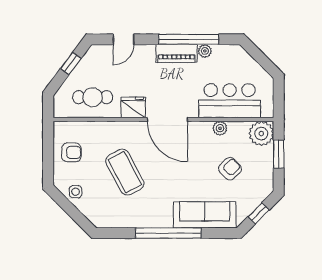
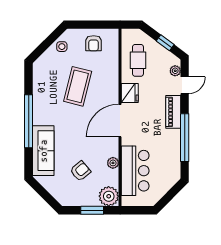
door: (123, 39) -> (185, 85), swing flipped
plant: (205, 51) -> (175, 71), moved
piano: (176, 53) -> (173, 112), moved
armchair: (230, 169) -> (80, 171), turned -85
coffee table: (125, 172) -> (78, 86), turned -48
window: (259, 213) -> (44, 194), removed

